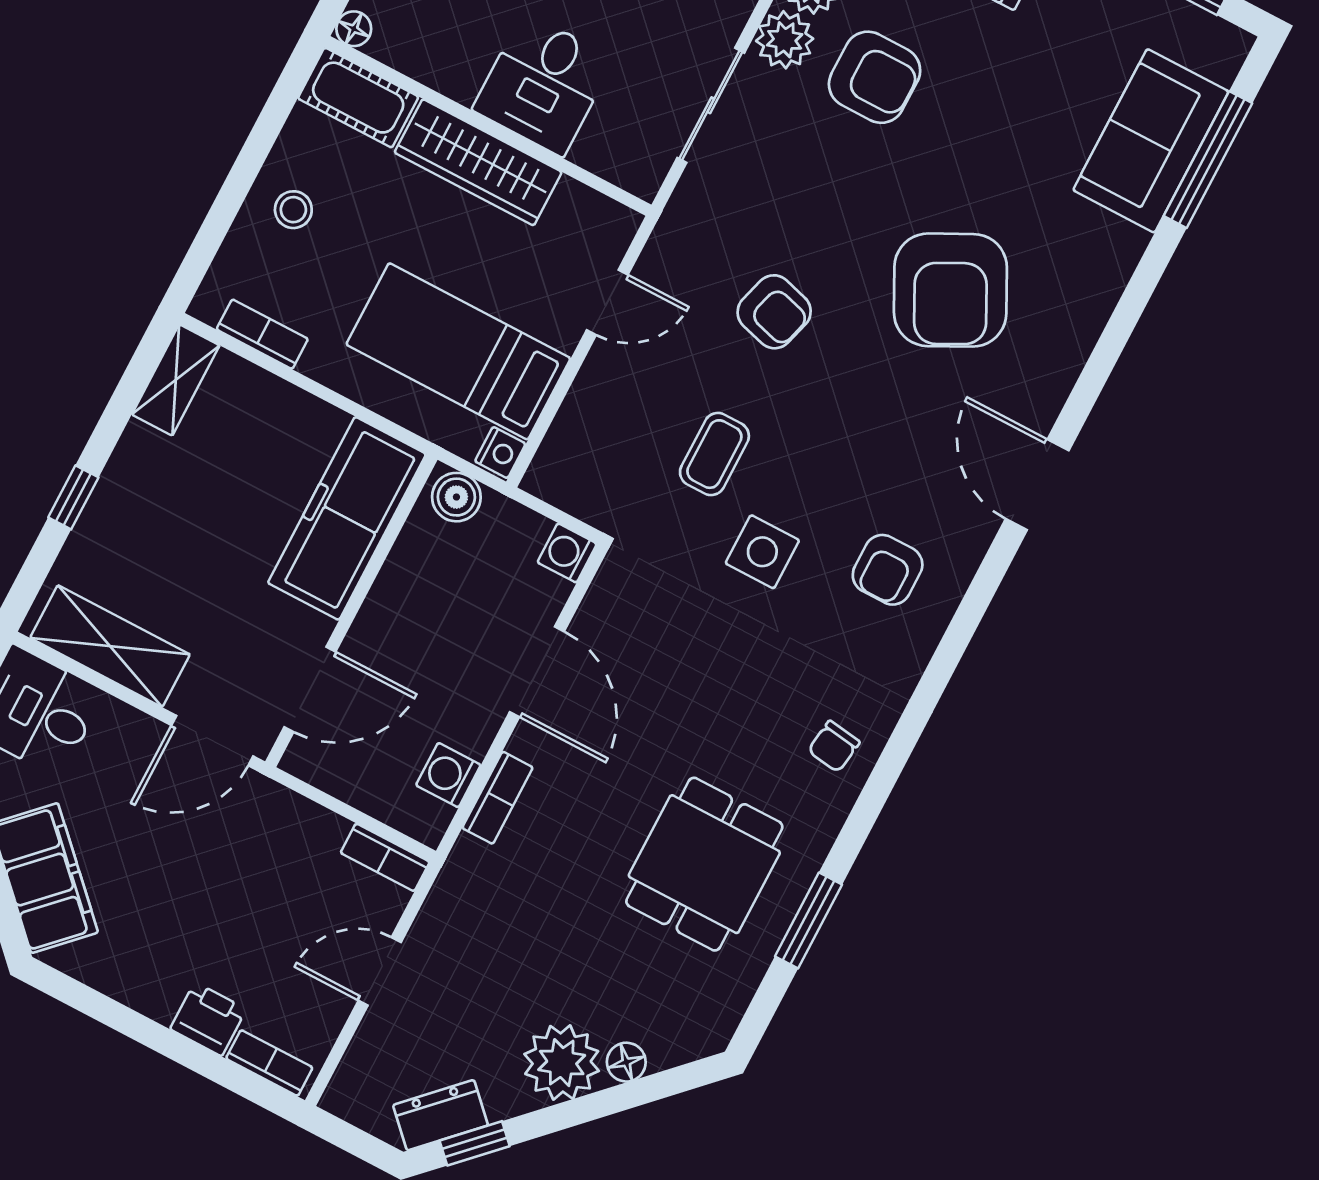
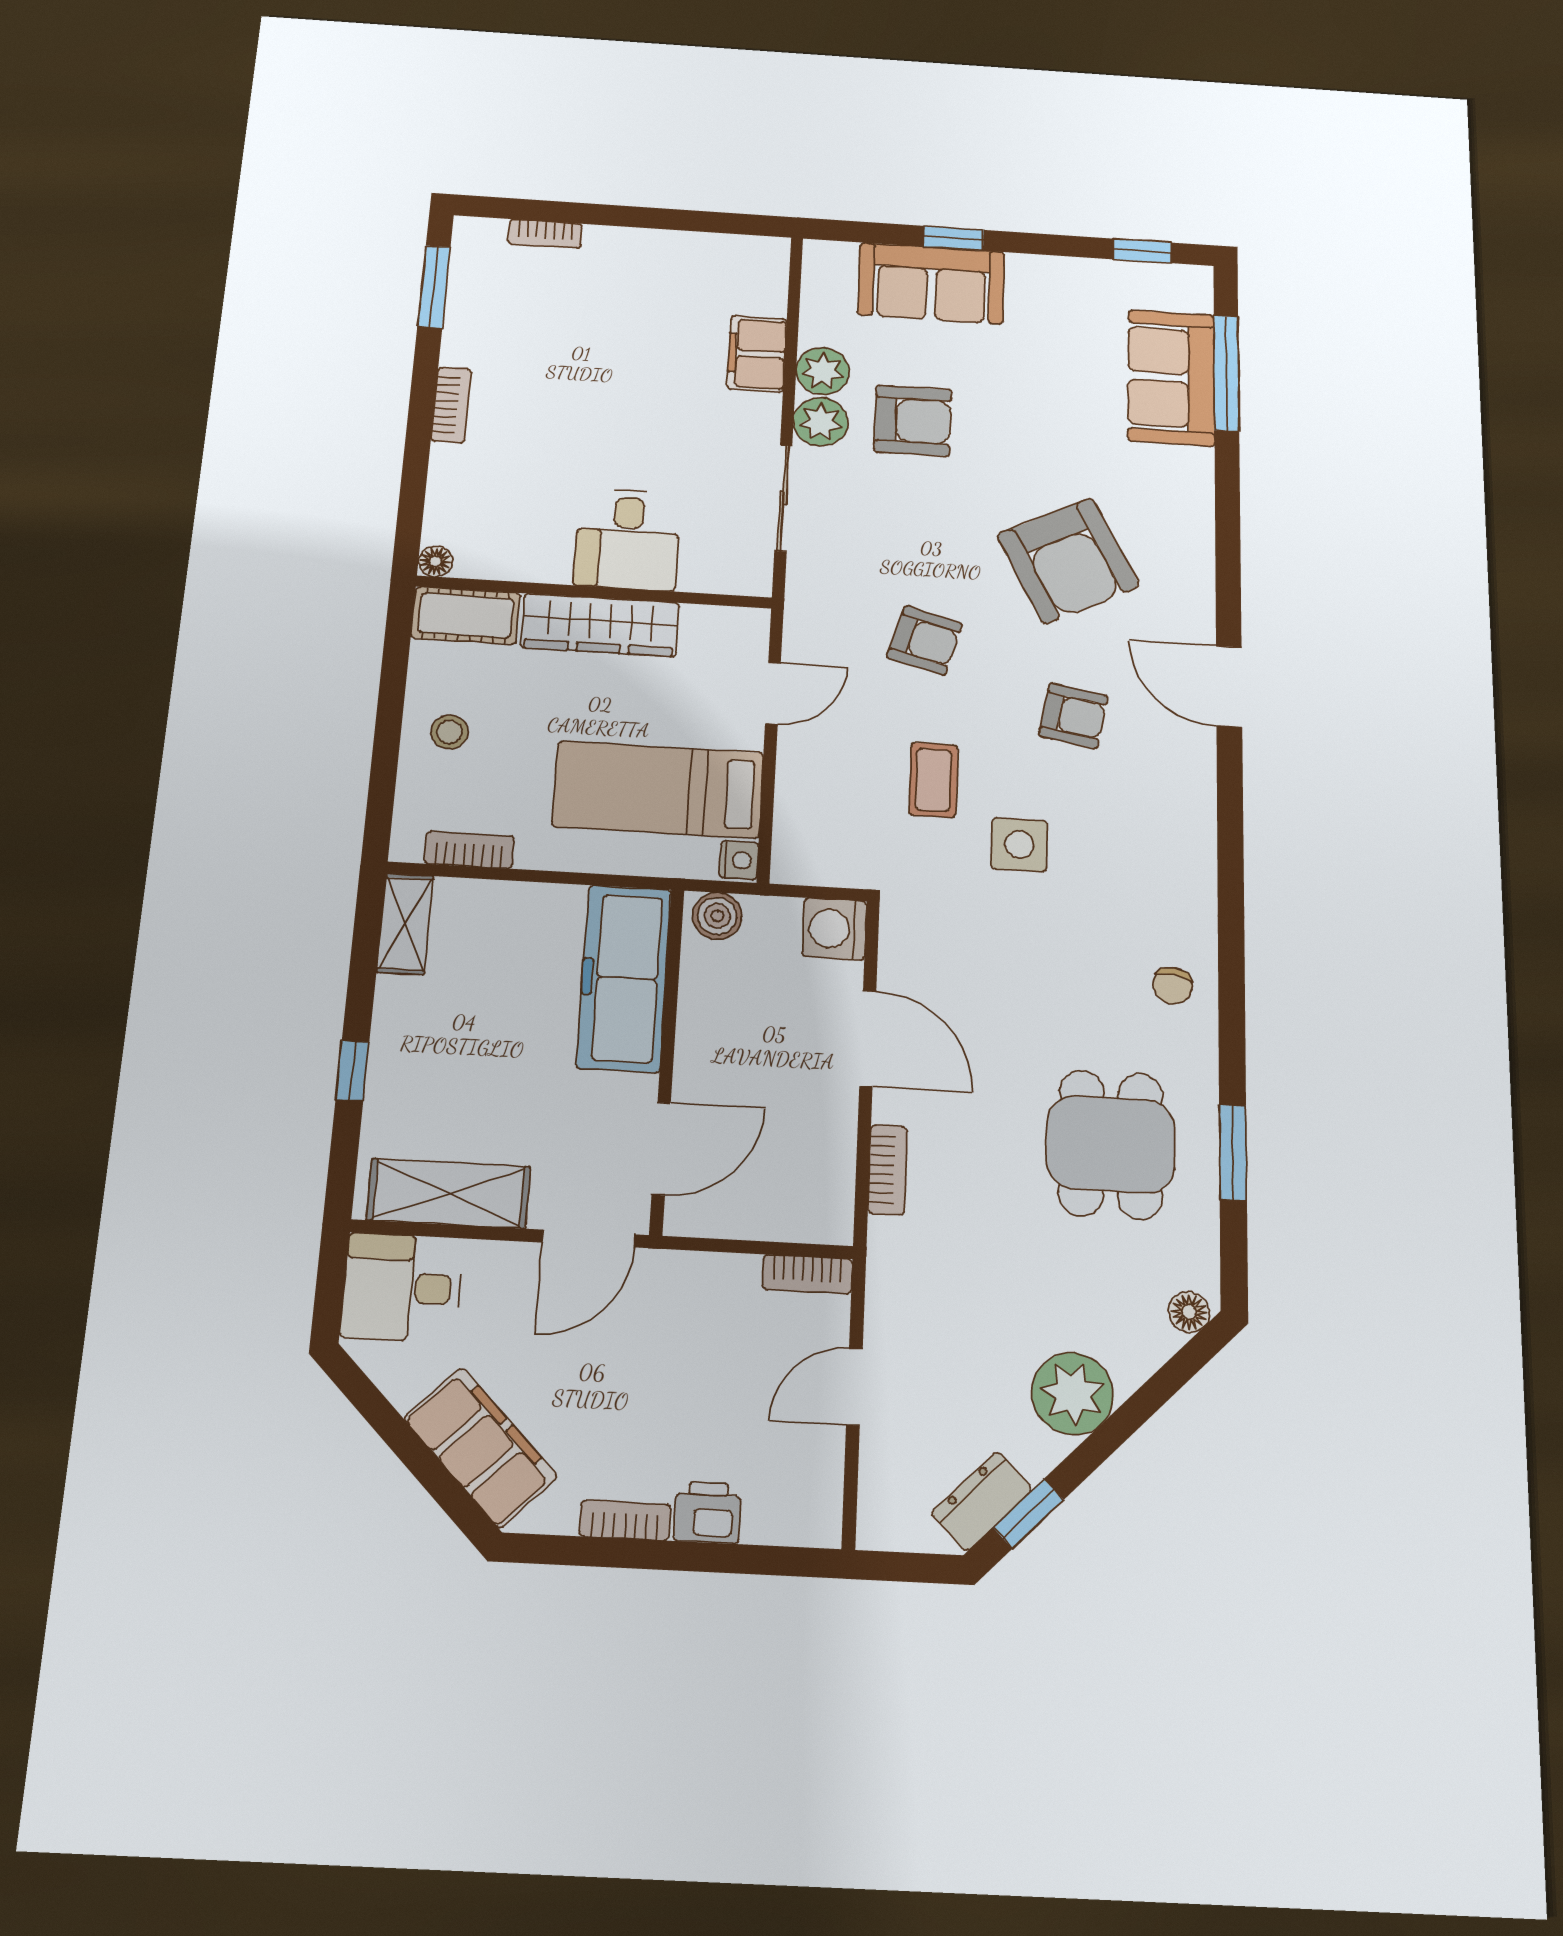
washing machine: (567, 553) -> (834, 929), width x1.38, depth x1.38
armchair: (888, 570) -> (1073, 716), moved, turned -80
washing machine: (448, 775) -> (831, 1170), removed
floor lamp: (626, 1062) -> (1189, 1312), moved
bookcase: (269, 1063) -> (625, 1520), moved

